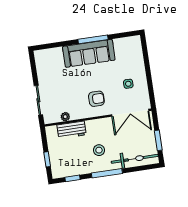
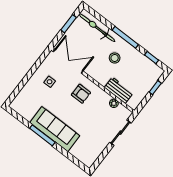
armchair: (96, 99) -> (81, 94), turned 180

